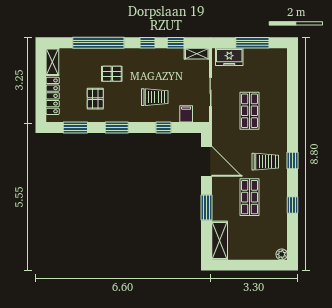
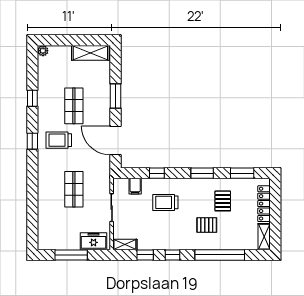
shelving: (220, 241) -> (90, 53), moved, turned 90

